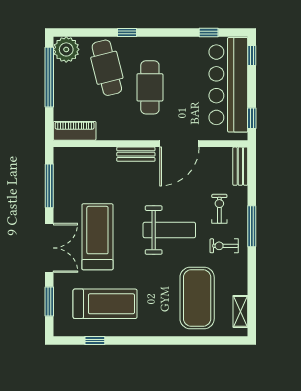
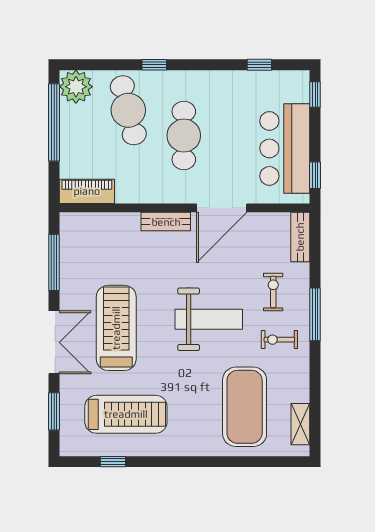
bar counter: (228, 85) -> (285, 148), width x0.73

